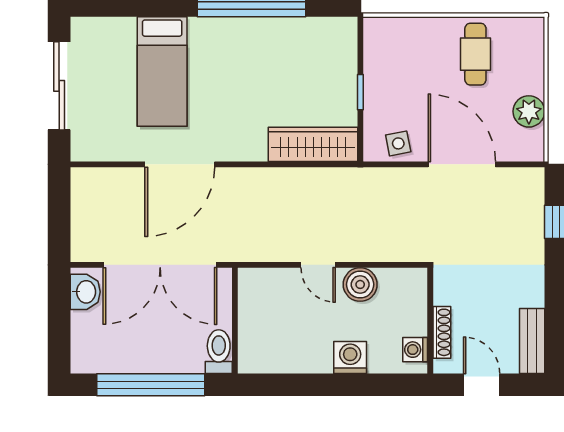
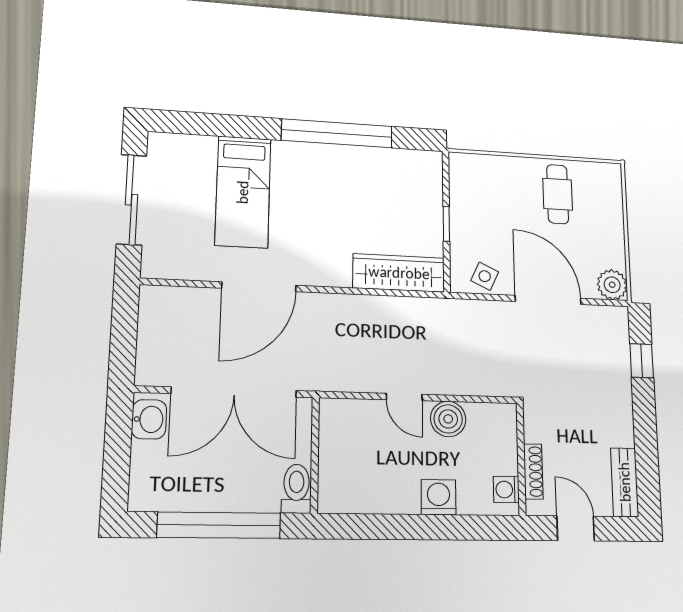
plant: (529, 111) -> (612, 285), moved
side table: (398, 143) -> (485, 276), turned 36

